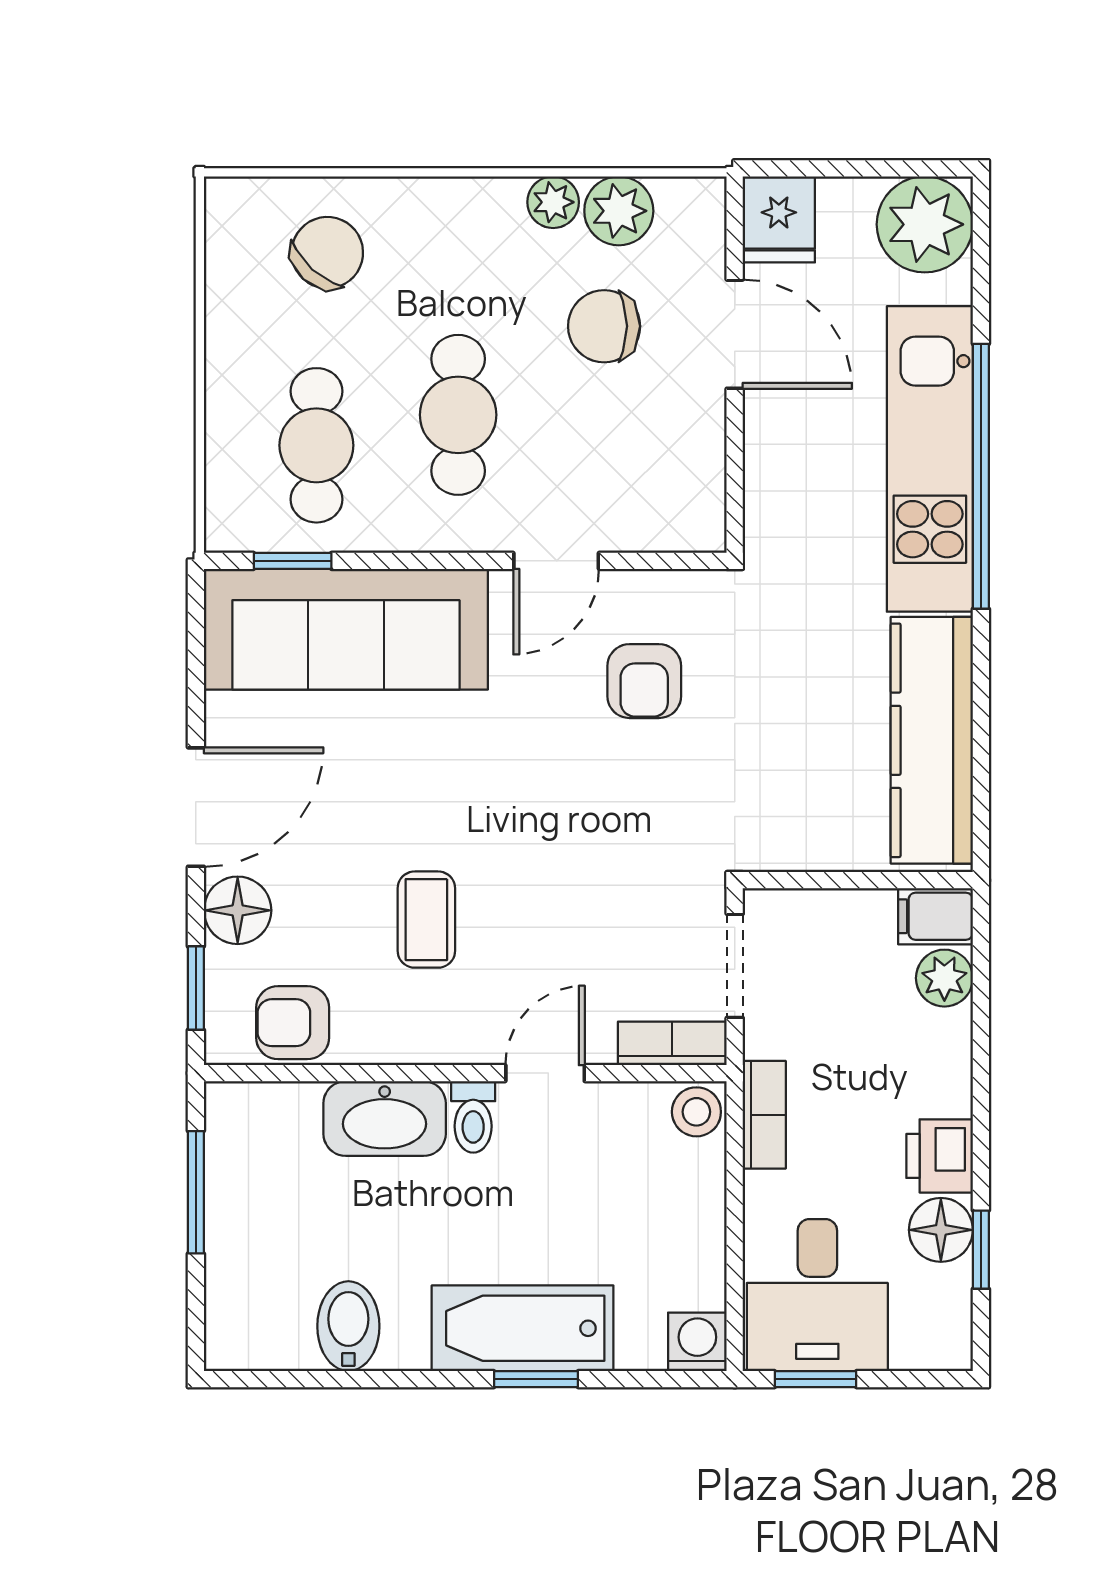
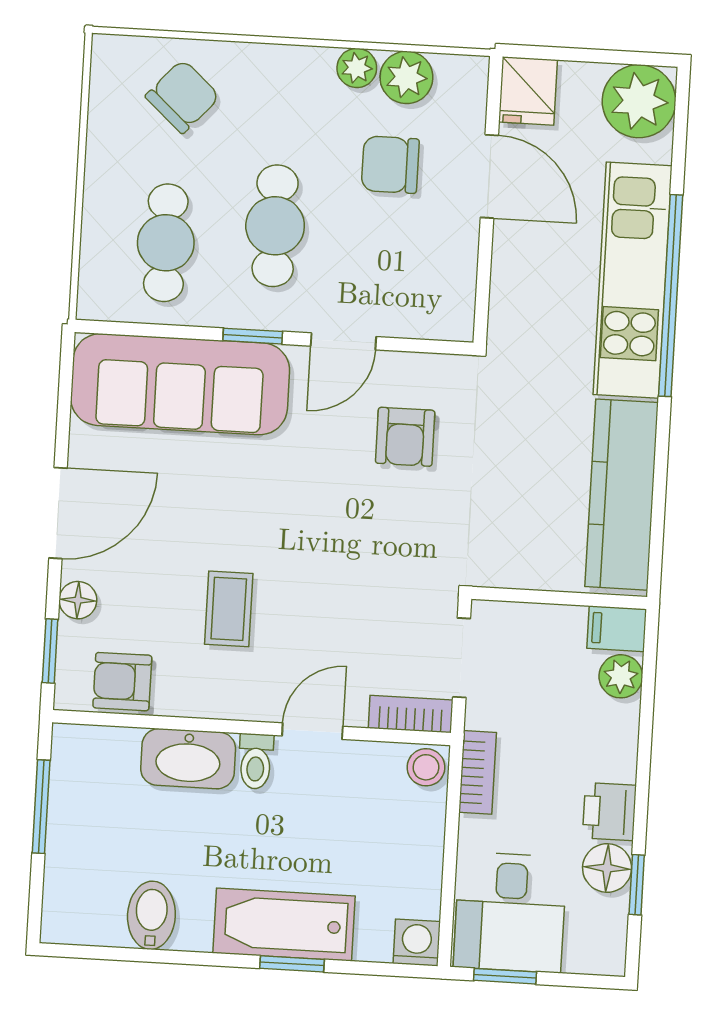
window: (293, 561) -> (253, 336), moved
floor lamp: (238, 910) -> (78, 600), width x0.73, depth x0.73

